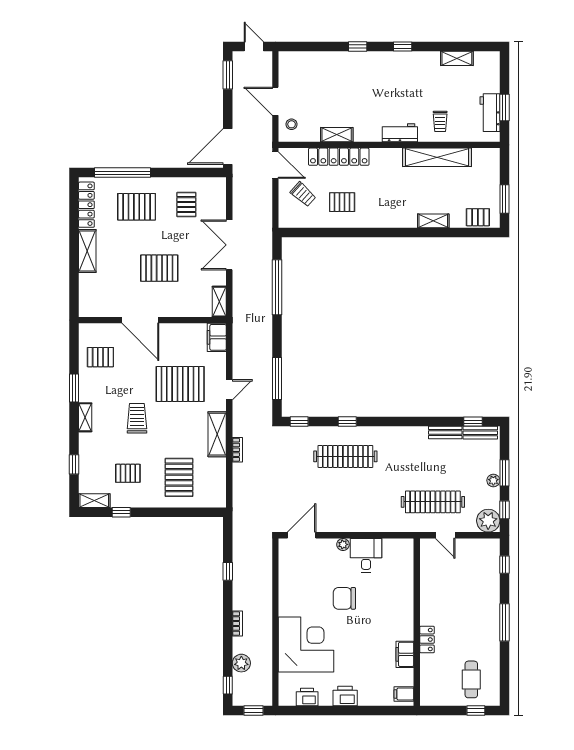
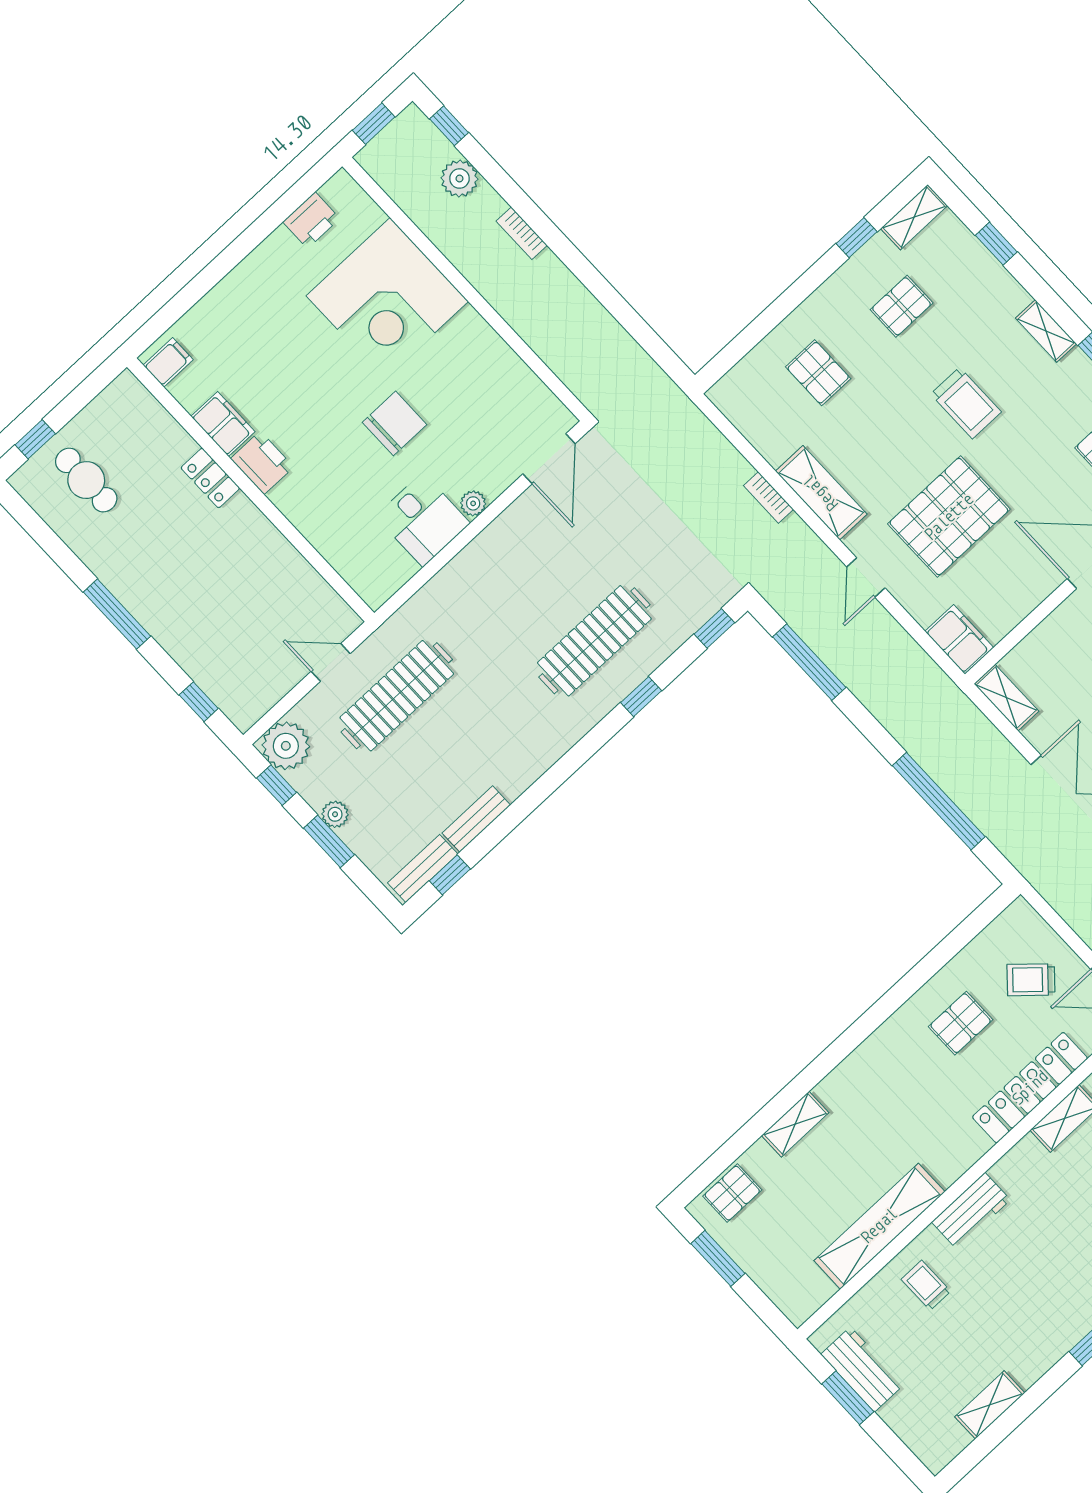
pallet: (179, 477) -> (818, 373), width x0.67, depth x0.71
window: (228, 571) -> (610, 299), removed
printer: (345, 696) -> (262, 463), moved, turned -90

